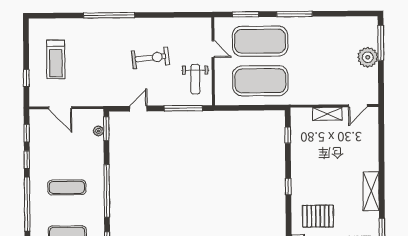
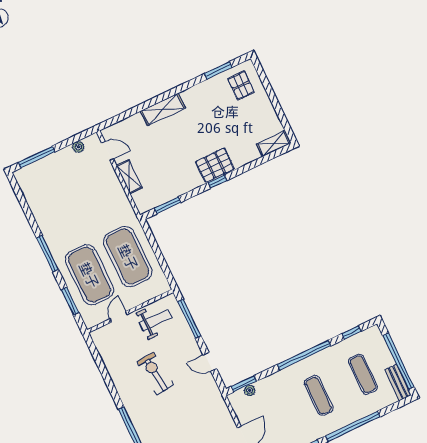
plant: (368, 57) -> (78, 147), moved, width x0.53, depth x0.53
window: (288, 135) -> (168, 205), width x1.50
shelving: (371, 191) -> (163, 109), moved
pallet: (318, 216) -> (215, 165), moved, turned 90

